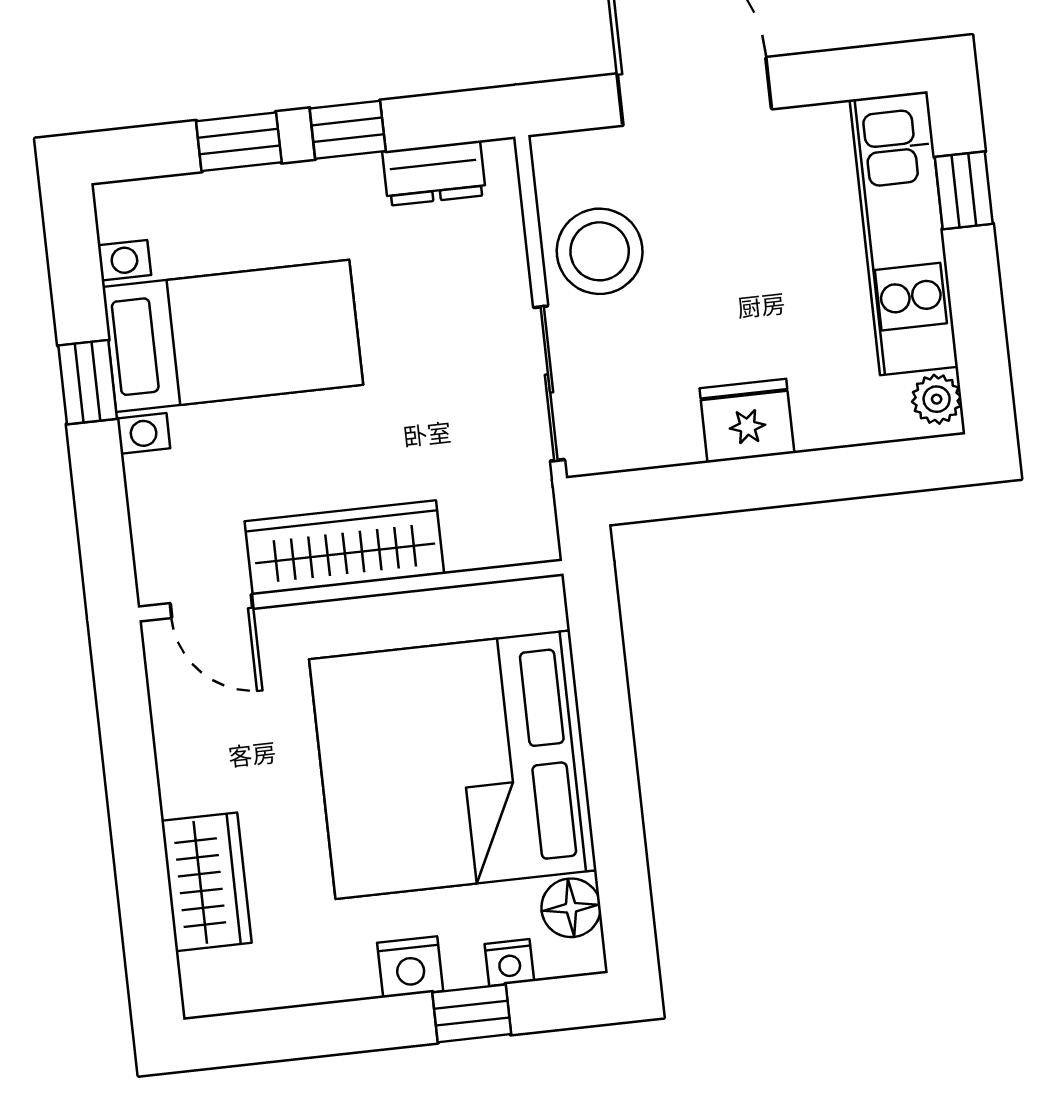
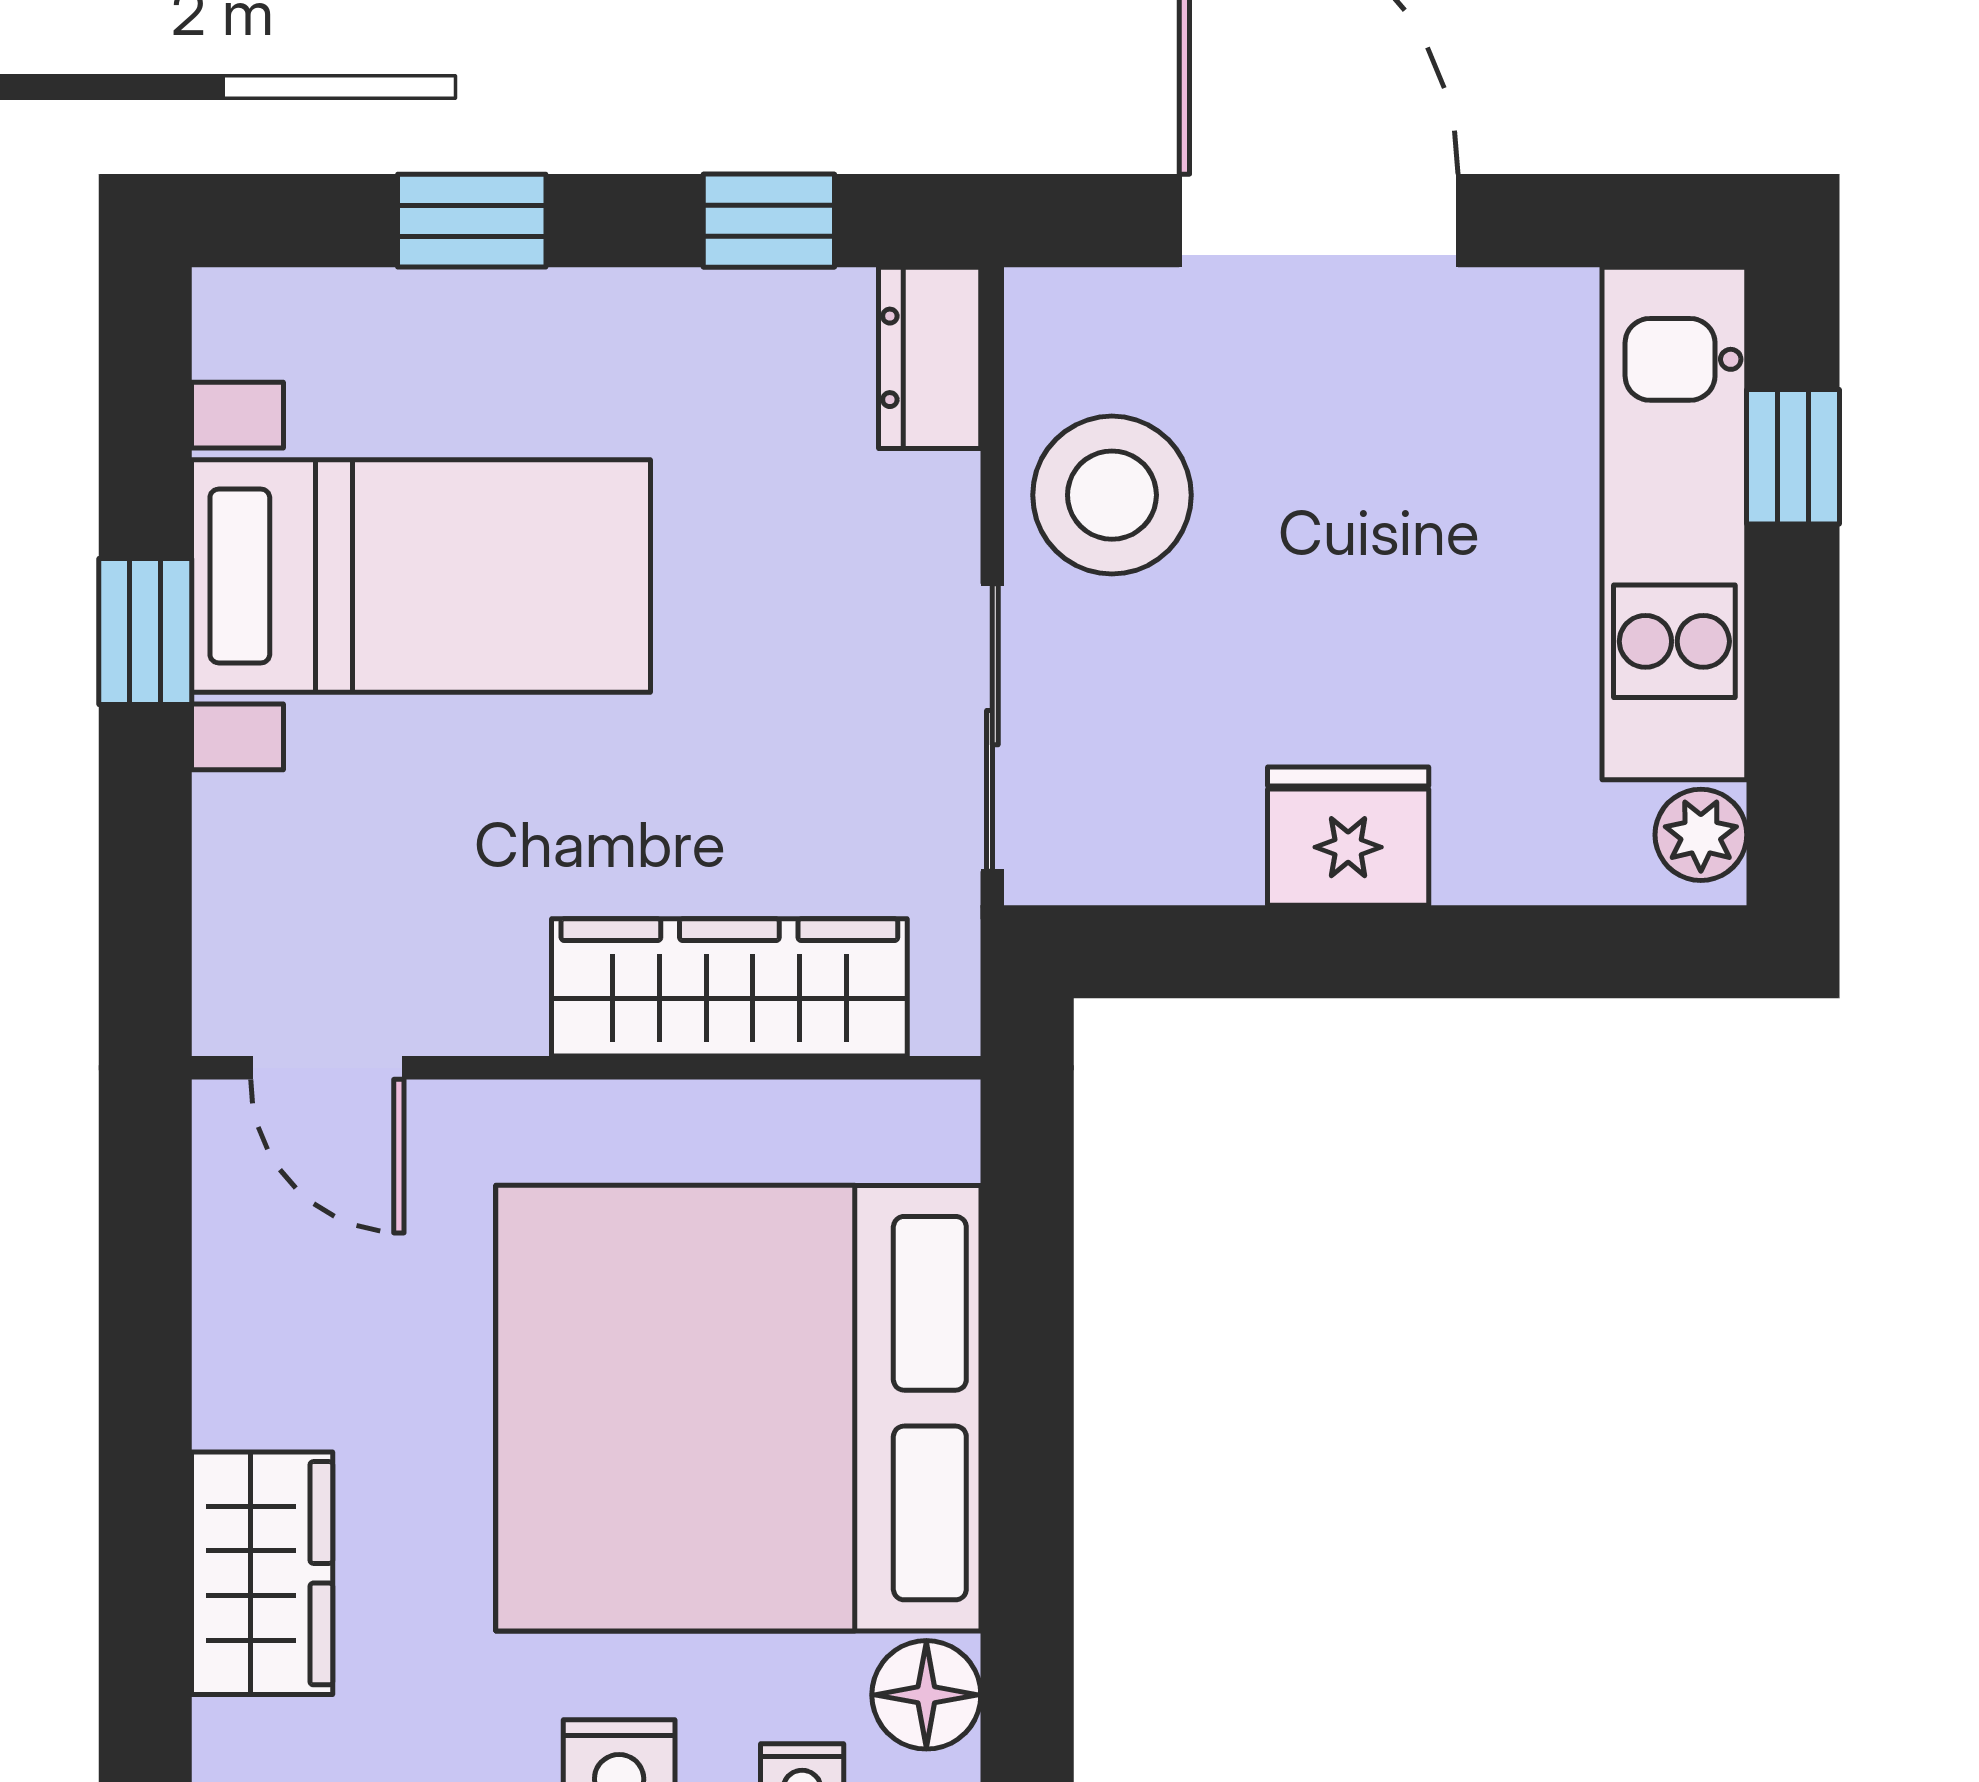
window: (348, 130) -> (769, 221), moved
dresser: (434, 173) -> (930, 358), moved, turned 90
wardrobe: (344, 548) -> (729, 987), moved

